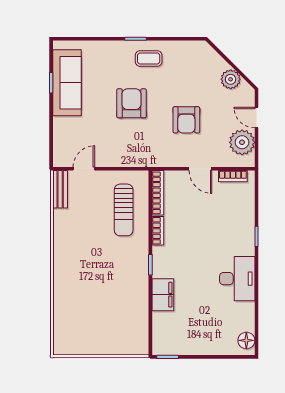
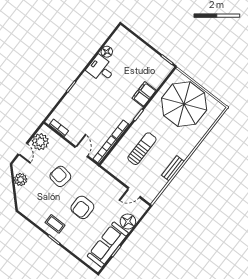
armchair: (186, 120) -> (60, 176), turned -81
floor lamp: (64, 129) -> (128, 221), added
door: (200, 169) -> (81, 152), moved
bench: (60, 189) -> (173, 168), moved
sun lounger: (124, 210) -> (142, 149), moved
desk: (237, 279) -> (101, 69), width x0.73
parasol: (106, 320) -> (184, 104), added
floor lamp: (246, 340) -> (107, 52), moved

